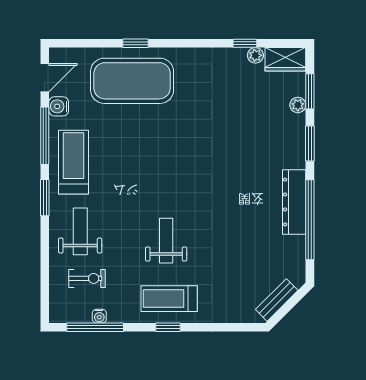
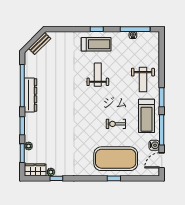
weight bench: (166, 241) -> (98, 75), turned 180
exercise bike: (87, 278) -> (116, 124), moved

